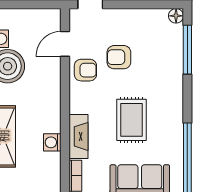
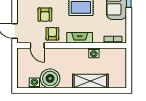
fireplace: (78, 136) -> (80, 38), moved

